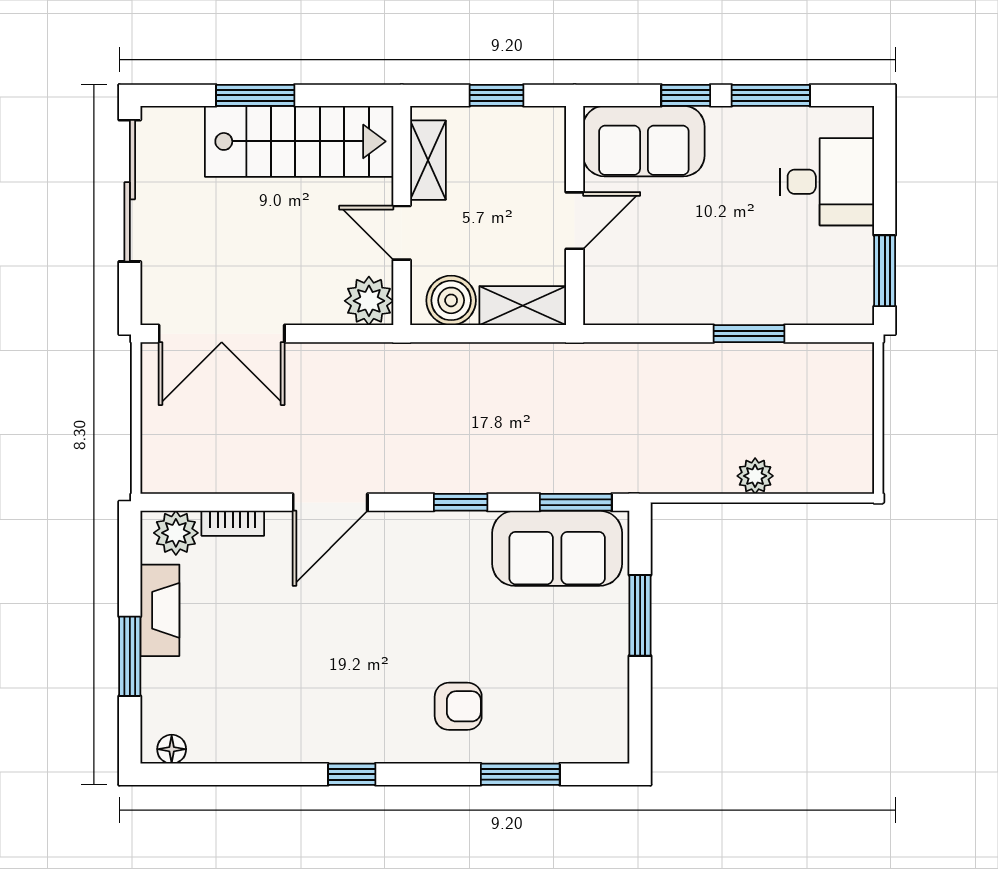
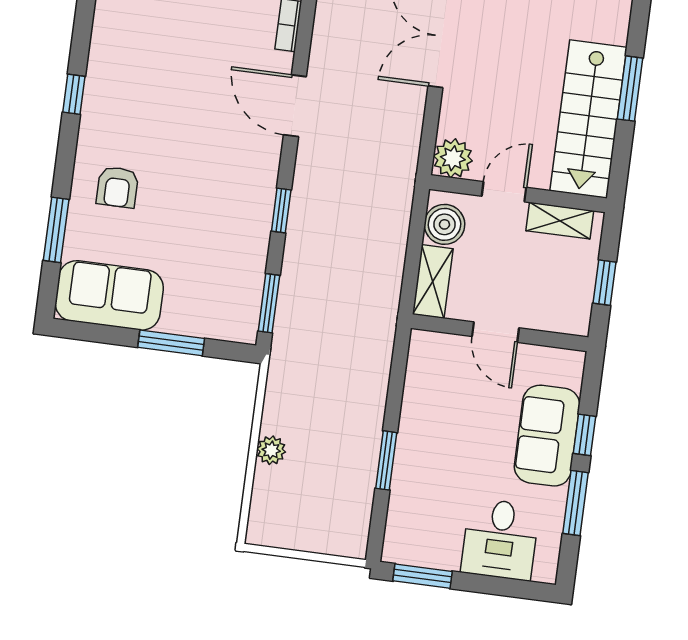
sofa: (644, 141) -> (547, 436), moved
sofa: (557, 548) -> (109, 295), moved, turned 90

